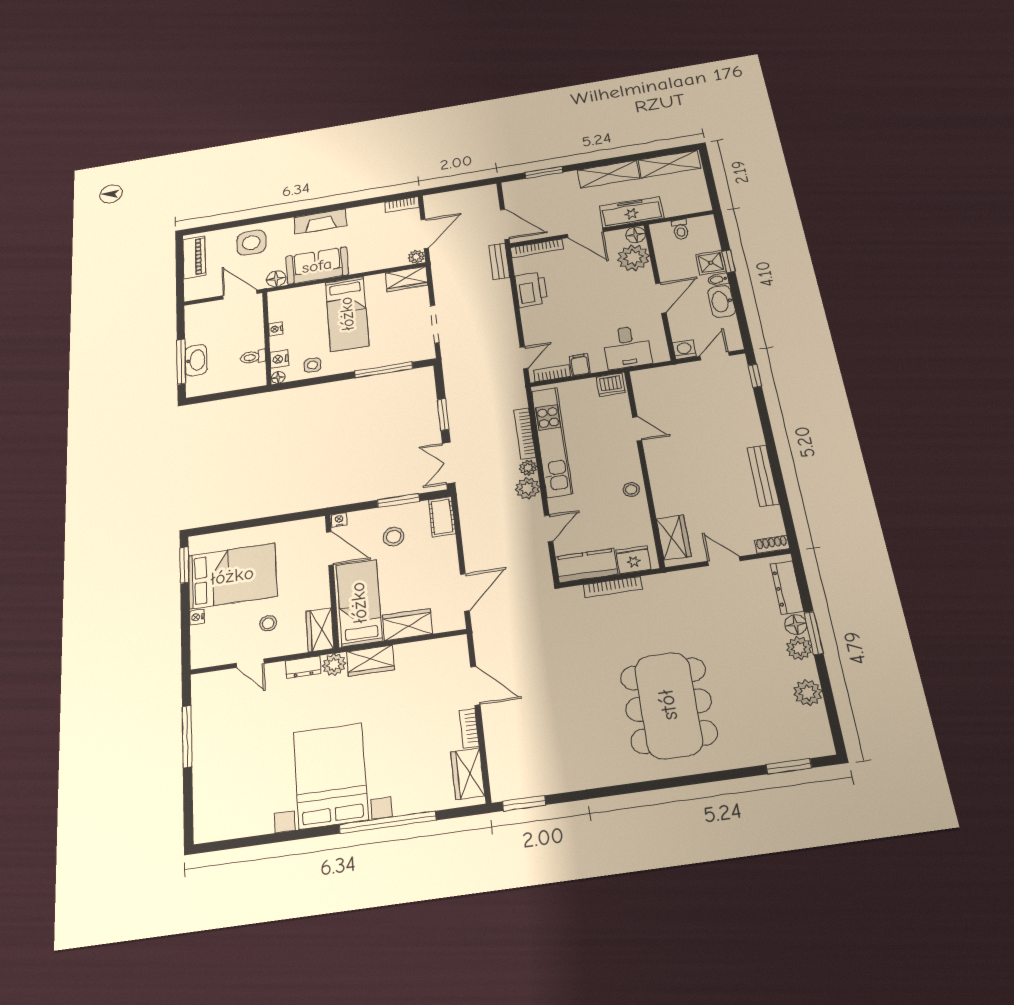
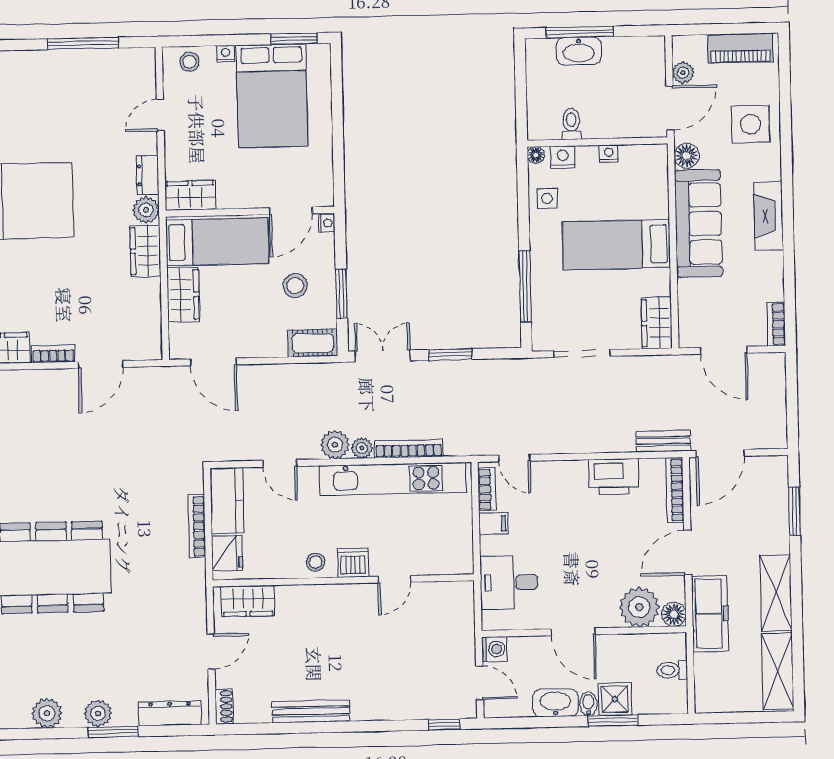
plant: (416, 257) -> (683, 73), moved
window: (729, 261) -> (613, 721), width x1.50
sofa: (317, 266) -> (698, 224), width x1.36
dishwasher: (611, 385) -> (353, 563), moved, turned 90
stool: (268, 623) -> (190, 62), moved
floor lamp: (796, 625) -> (125, 715), removed

